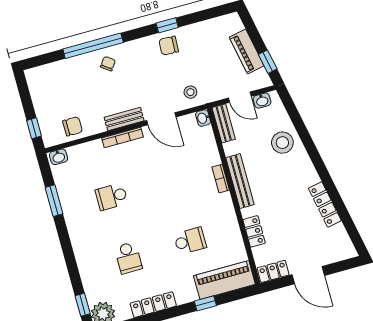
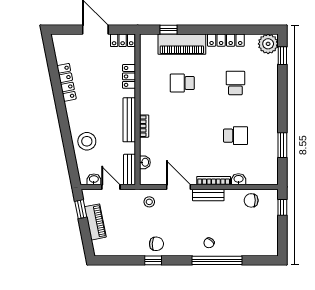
washbasin: (203, 118) -> (145, 162), moved
washbasin: (59, 157) -> (239, 179), moved
piano: (224, 280) -> (182, 44), moved
window: (205, 303) -> (169, 30), moved

